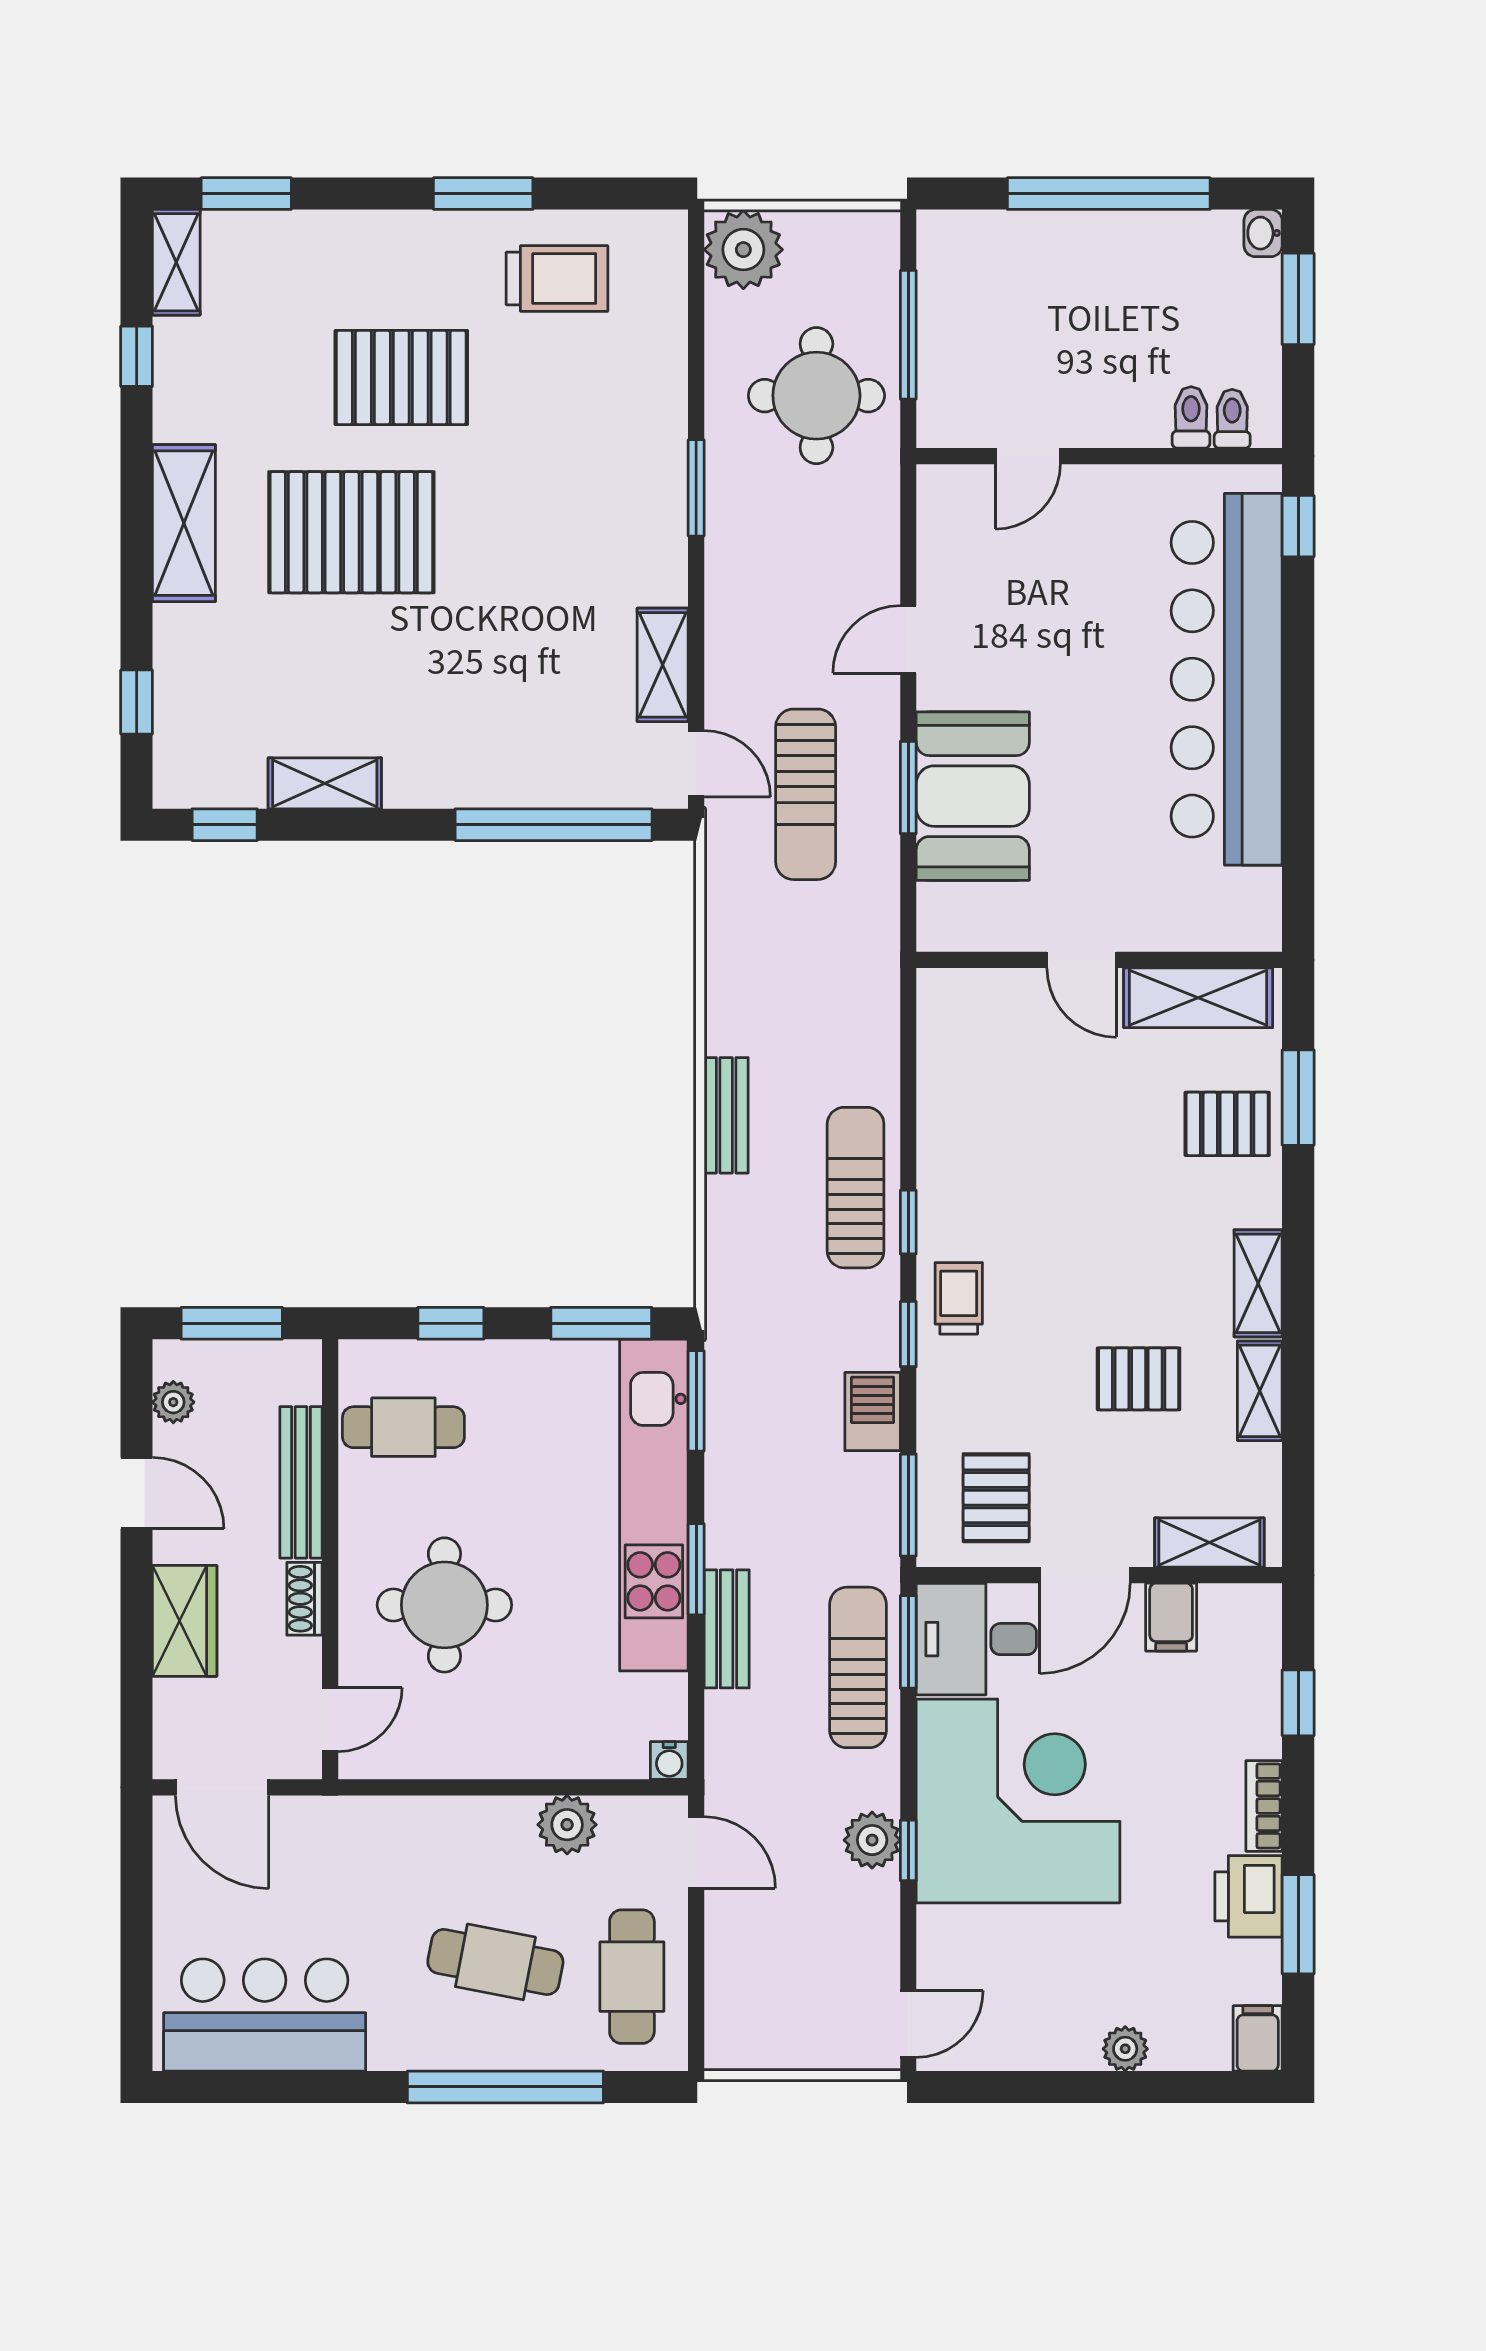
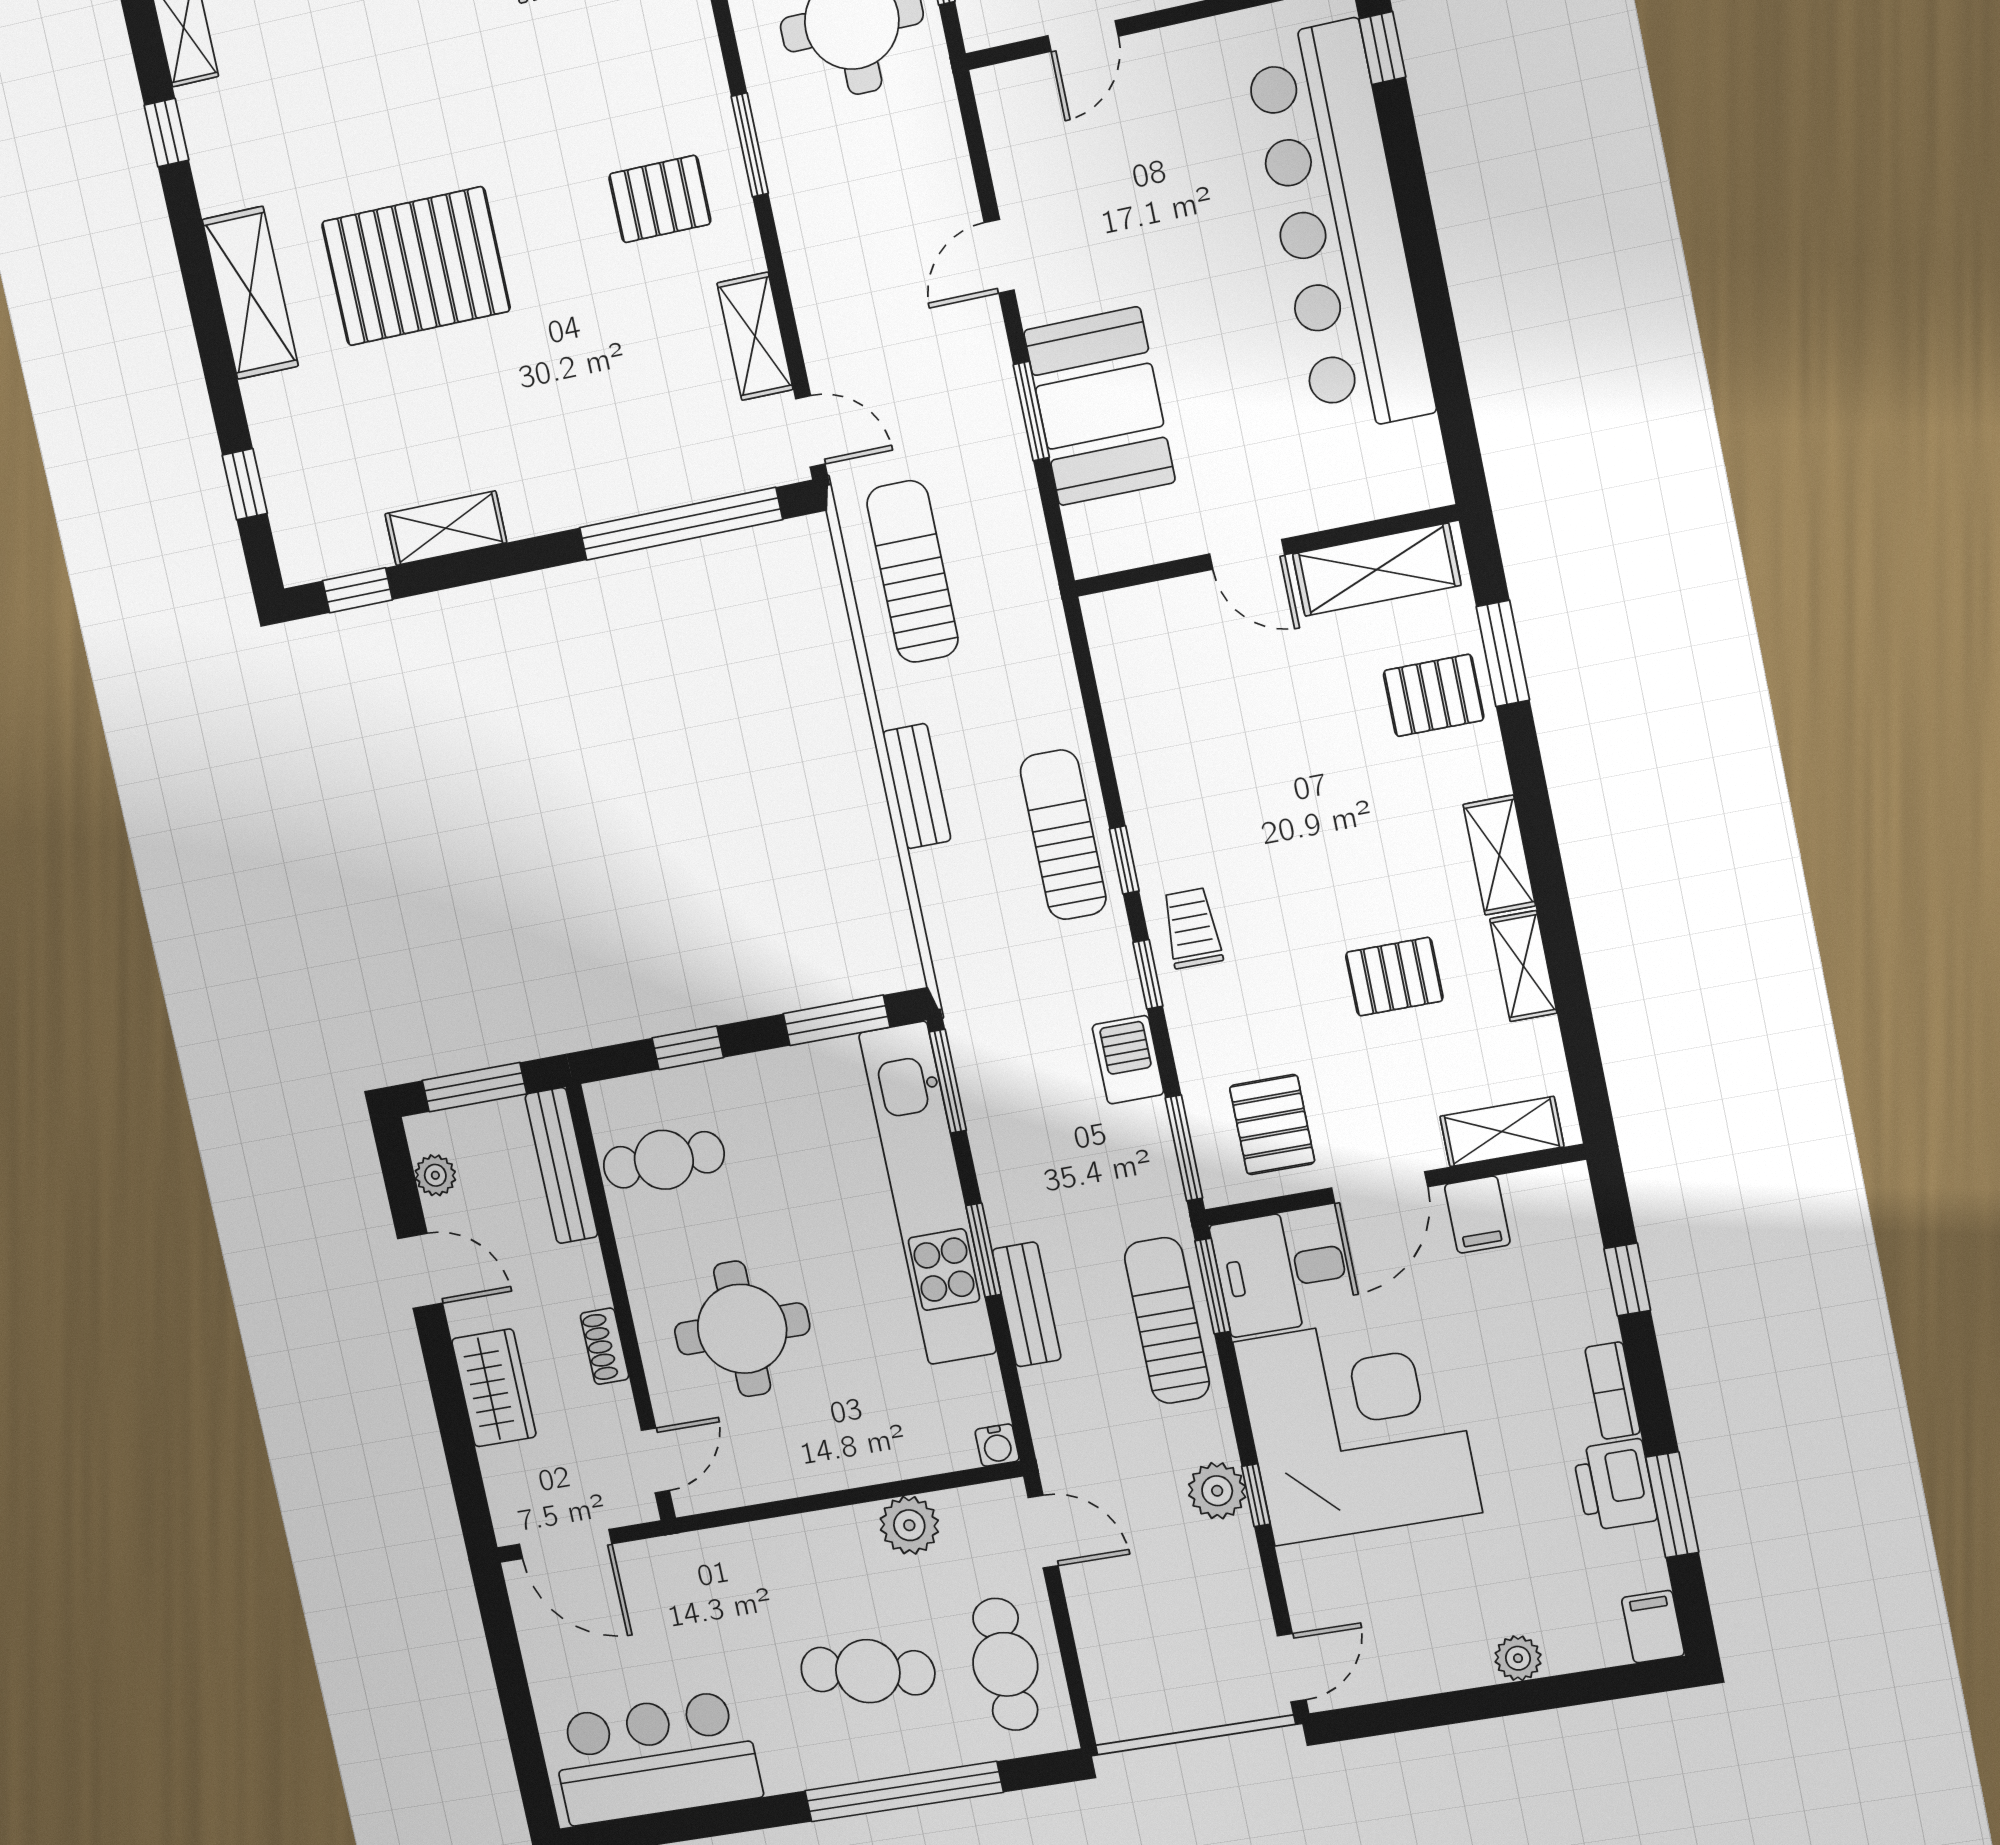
pallet: (401, 377) -> (660, 199), moved, width x0.67, depth x0.71
sun lounger: (806, 794) -> (913, 572), moved, turned 180
bench: (301, 1482) -> (561, 1166), moved

